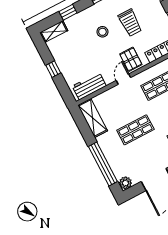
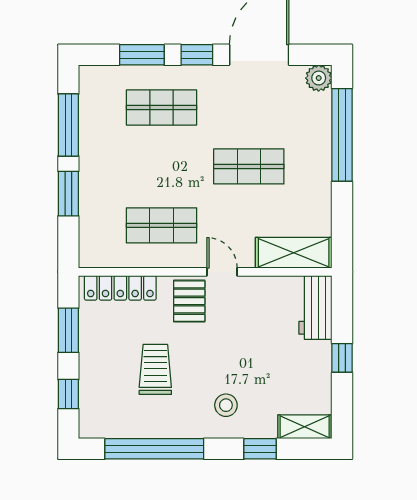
stool: (102, 32) -> (226, 405), moved
door: (123, 79) -> (222, 272), swing flipped
workbench: (89, 86) -> (315, 307), moved, turned 90
shelving: (93, 118) -> (294, 253), moved, turned 90

